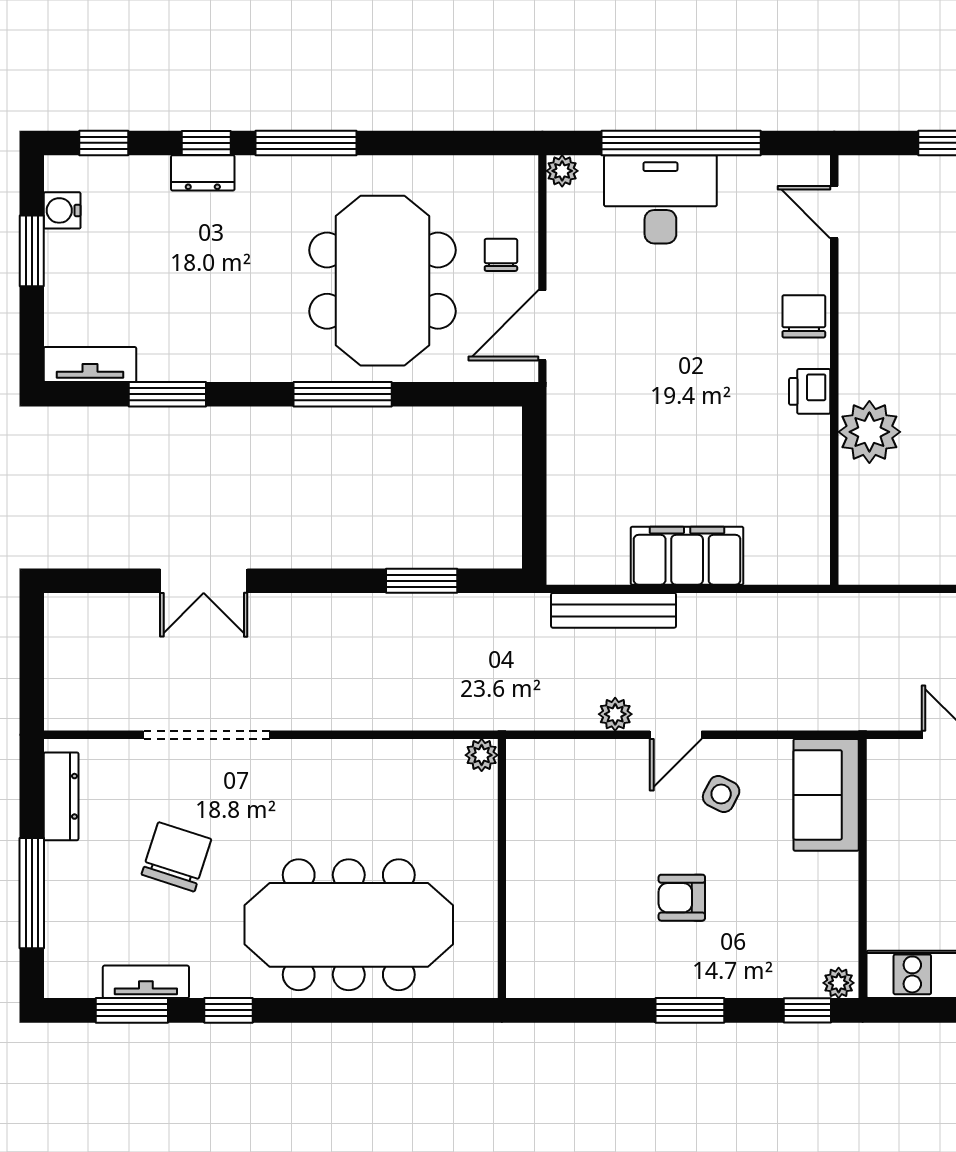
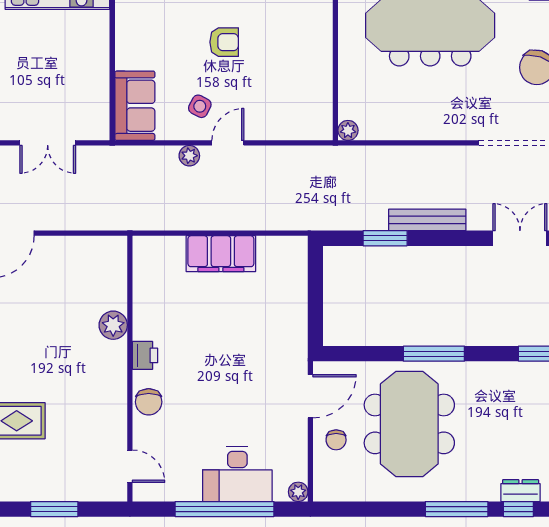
plant: (869, 432) -> (113, 325), width x0.73, depth x0.73
bench: (614, 610) -> (427, 220), moved
plant: (615, 714) -> (189, 156), moved

